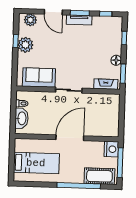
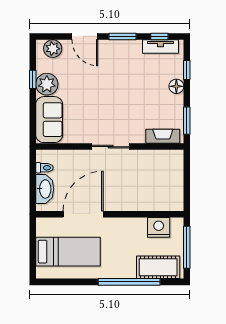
tv unit: (79, 20) -> (160, 46), moved
floor lamp: (116, 60) -> (176, 86), moved
sofa: (39, 78) -> (49, 120), moved, turned 90
door: (70, 138) -> (83, 214), moved
nightstand: (111, 149) -> (159, 227), moved, turned -90

